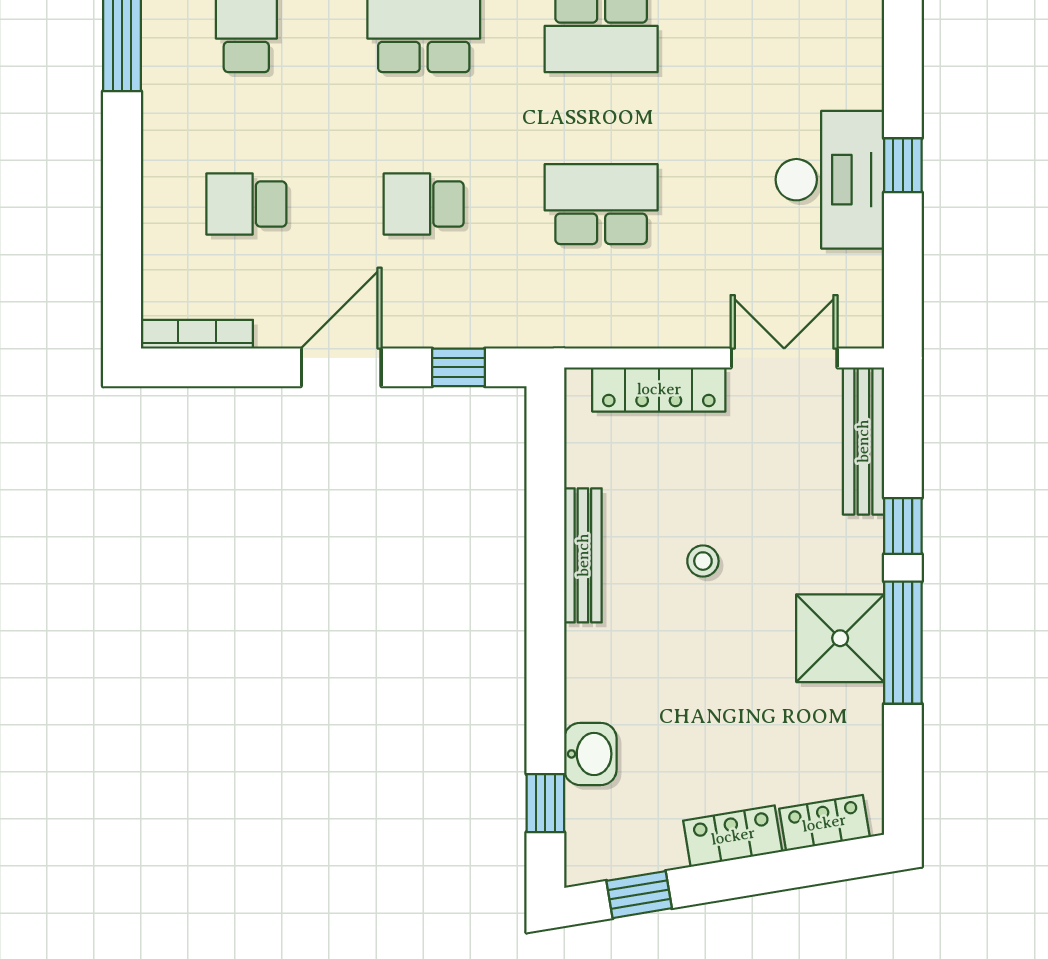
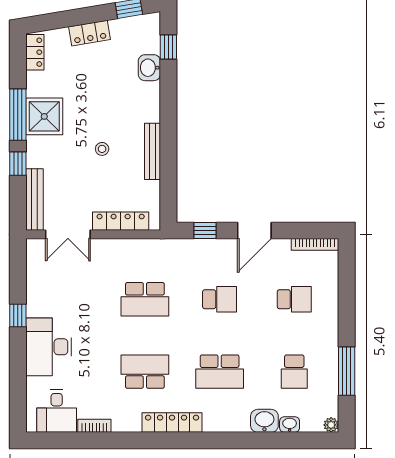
desk: (830, 180) -> (49, 347), moved
locker: (824, 823) -> (35, 52), moved, turned -81

